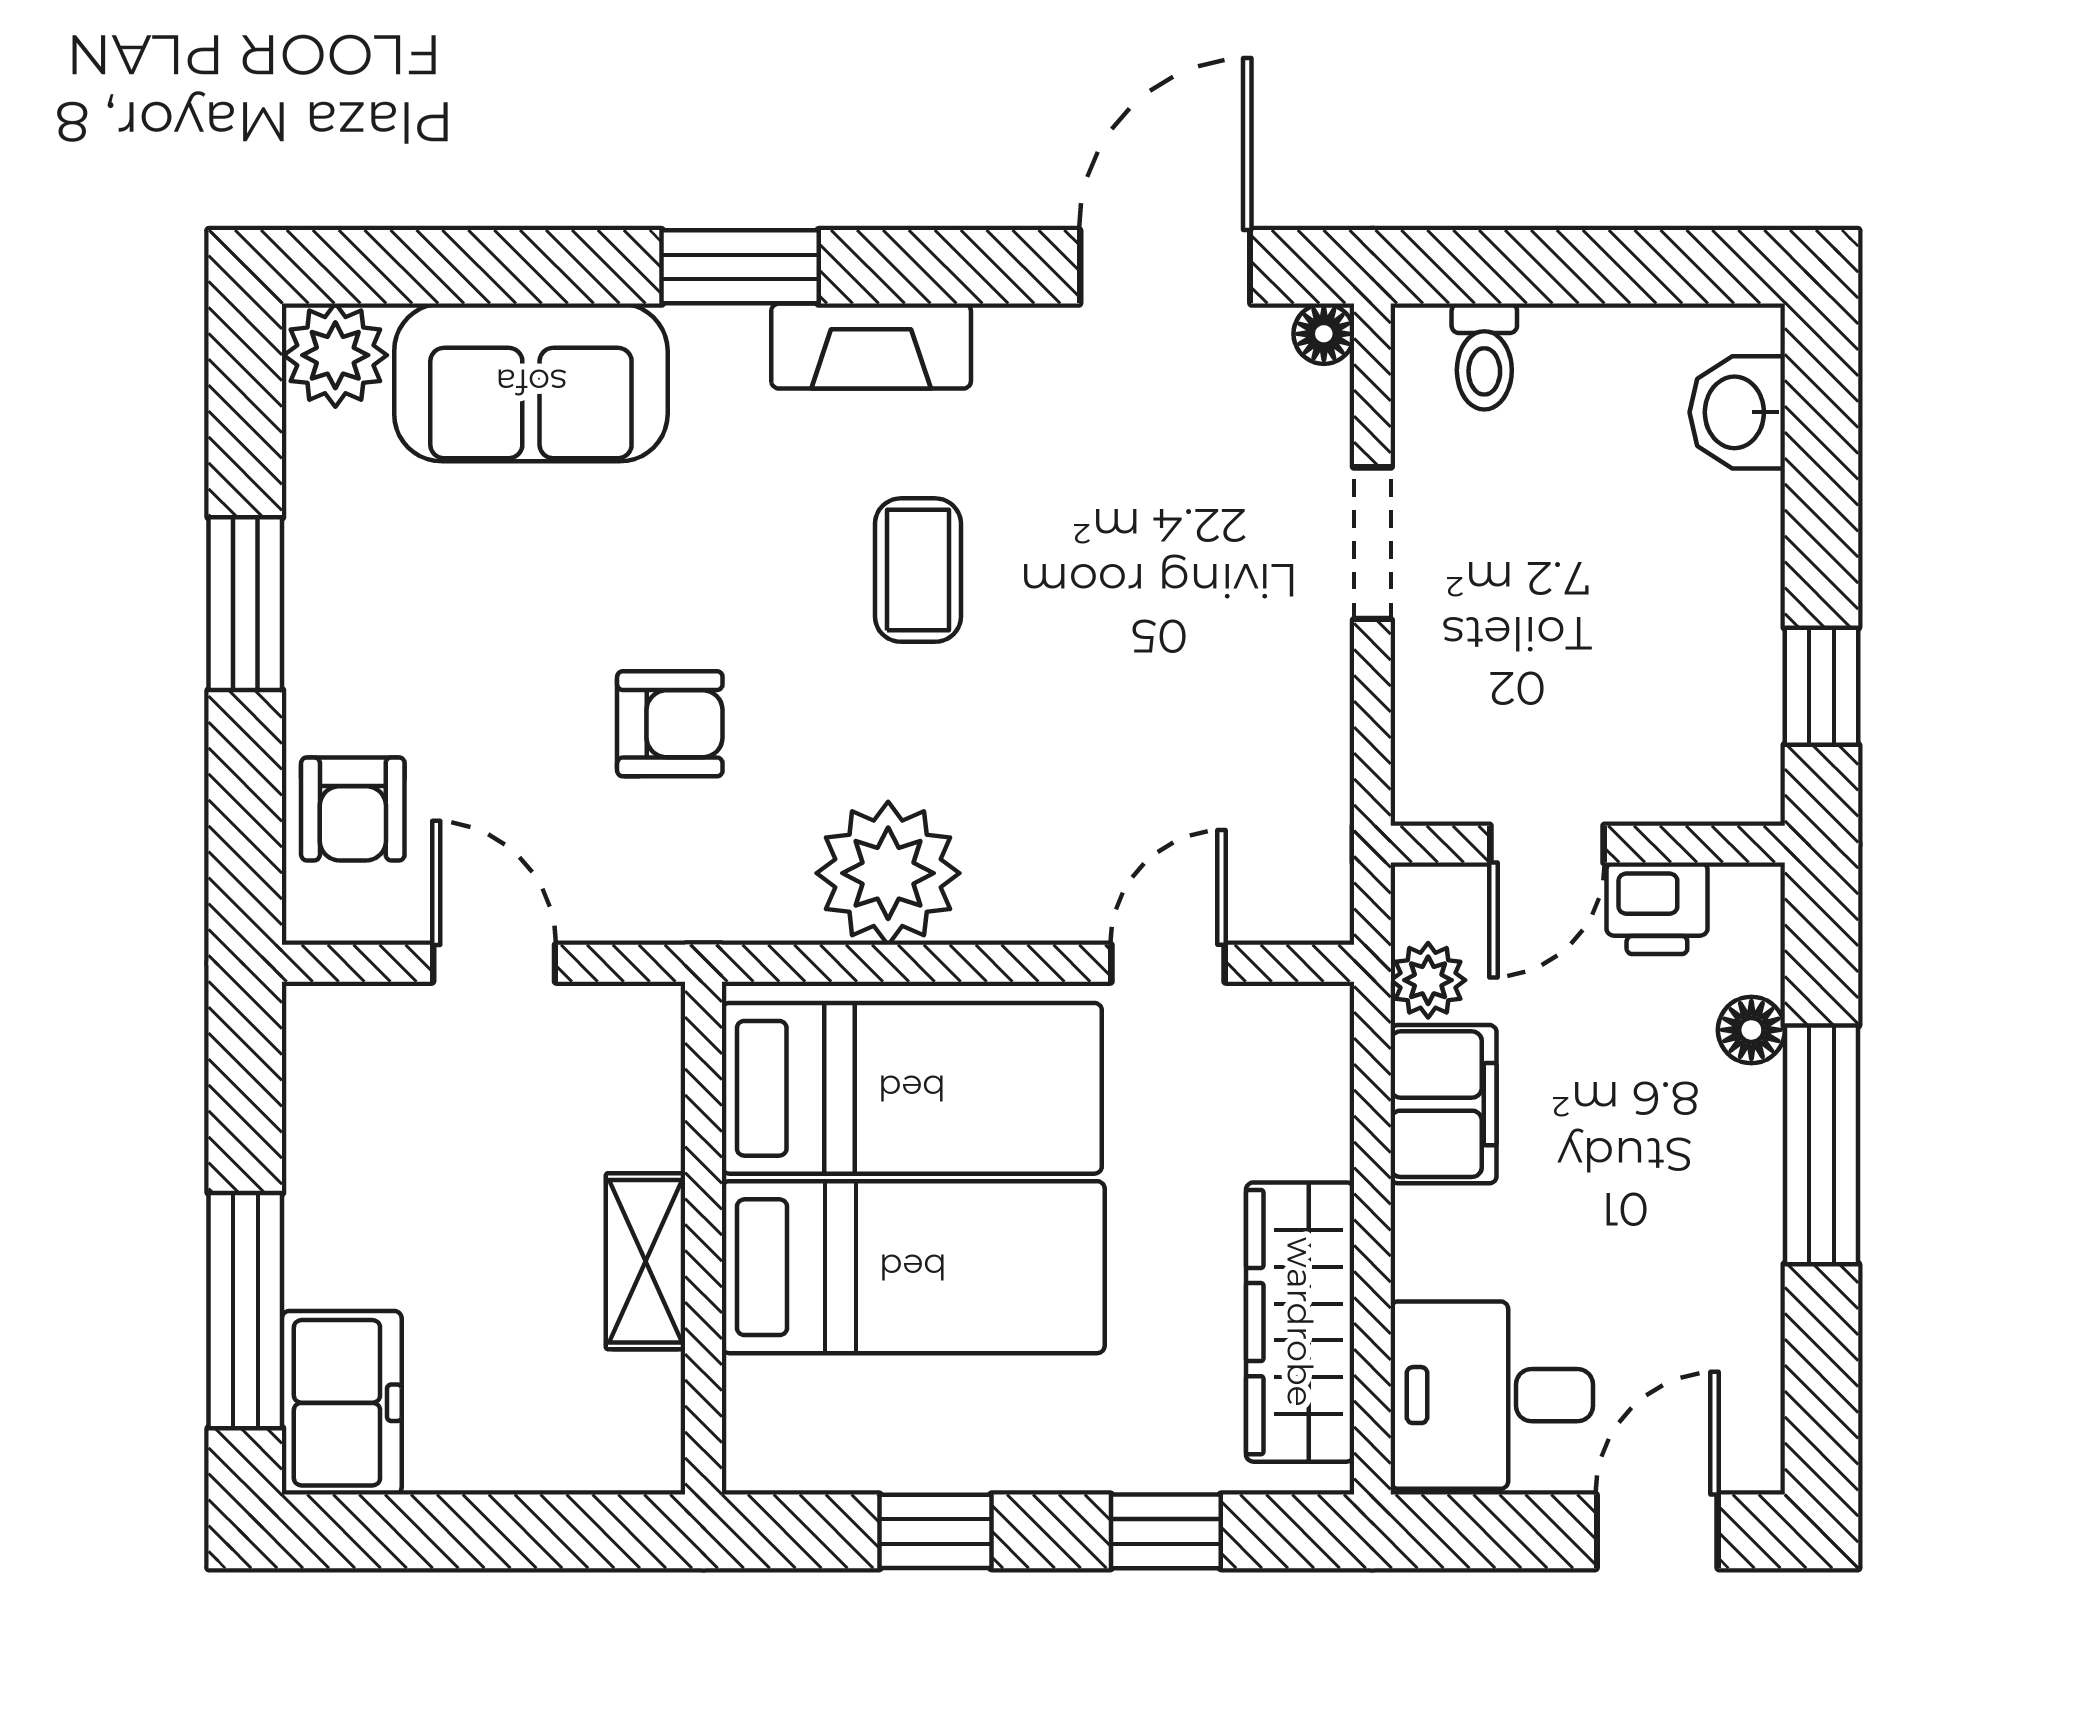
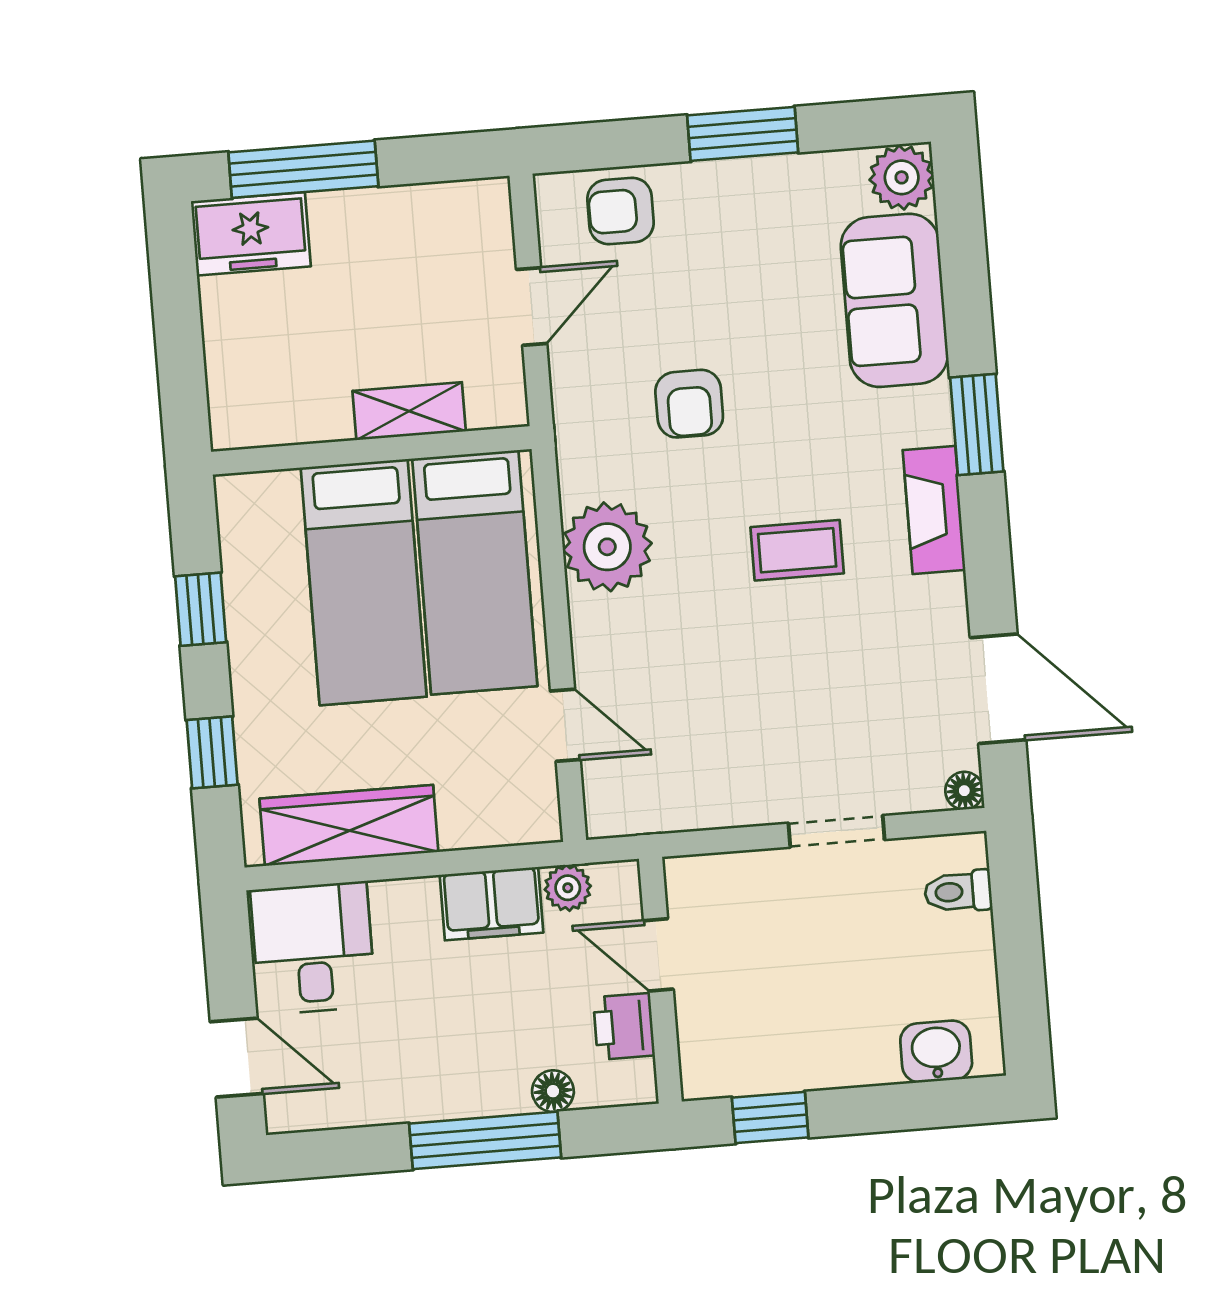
shelving: (646, 1261) -> (409, 411), moved

